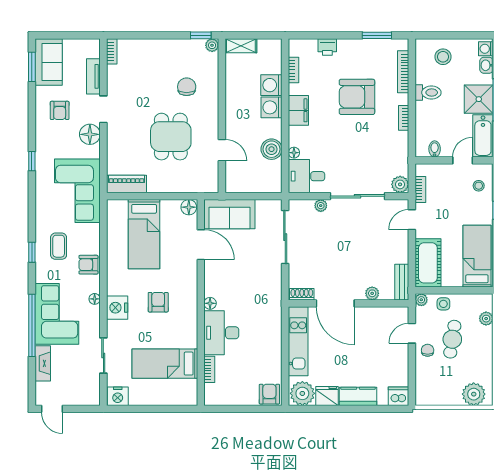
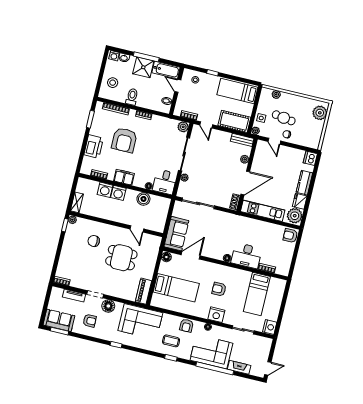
printer: (327, 47) -> (94, 146), width x1.87, depth x1.48
door: (222, 150) -> (137, 229), swing flipped

